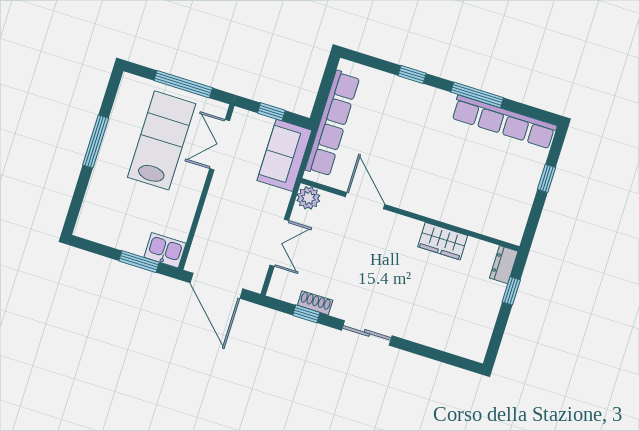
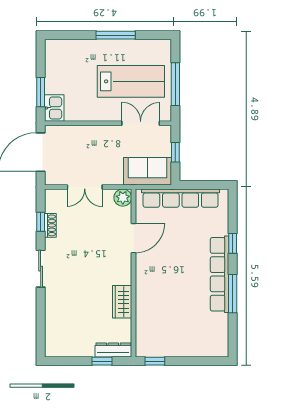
row of seats: (504, 122) -> (220, 274), moved
window: (547, 178) -> (155, 361), moved
dresser: (504, 265) -> (113, 350), width x1.44

